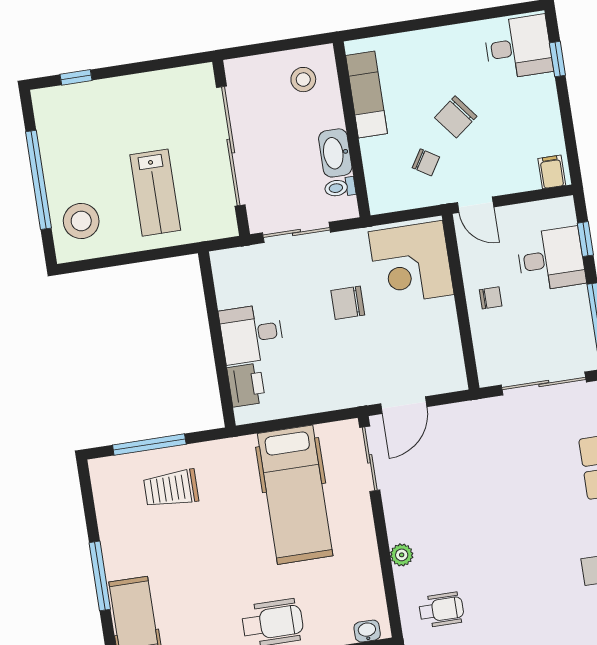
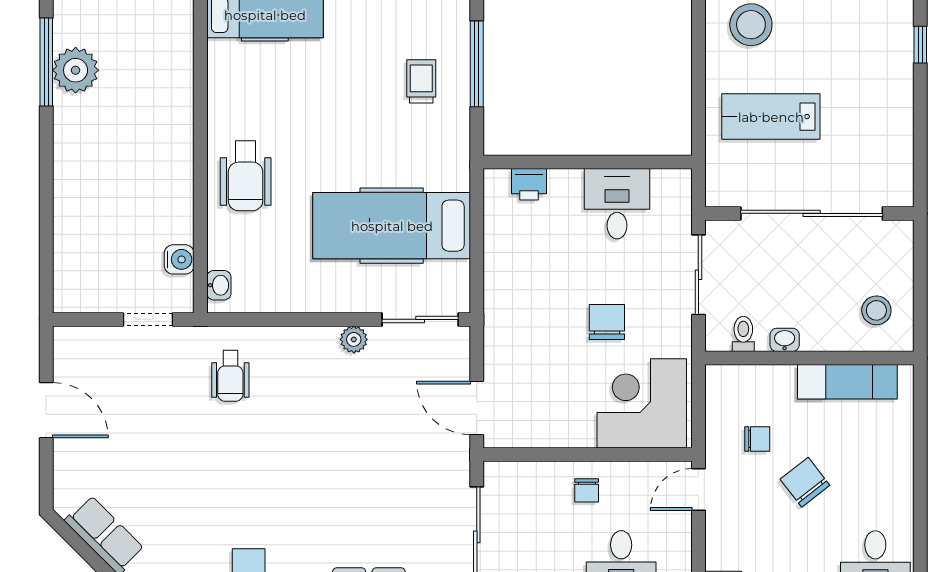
washbasin: (335, 153) -> (785, 340), width x0.52, depth x0.69
chair: (426, 162) -> (757, 439), turned -122
desk: (252, 334) -> (617, 204), moved
printer: (246, 385) -> (529, 184), width x0.73, depth x0.81
door: (404, 405) -> (477, 408), moved
trolley: (171, 489) -> (421, 81), width x0.73, depth x0.72
plant: (402, 555) -> (354, 339), moved

